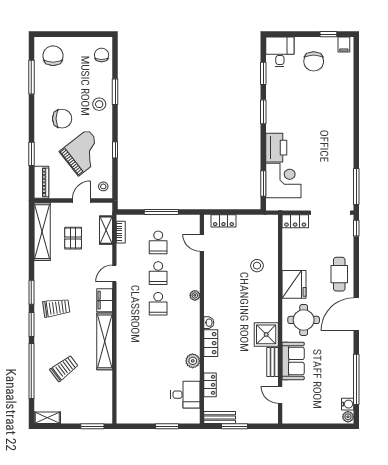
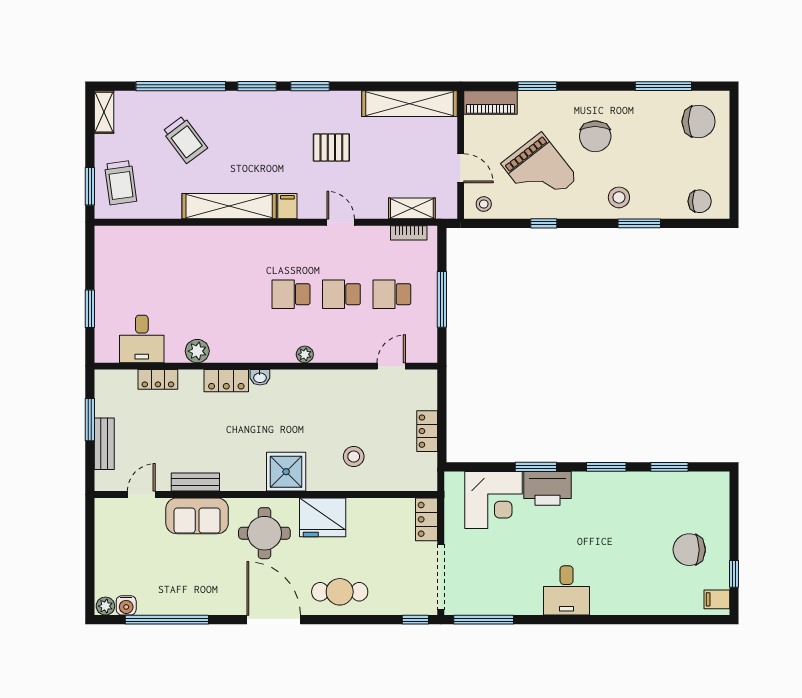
desk: (280, 52) -> (567, 590), moved, turned 90
window: (263, 183) -> (536, 467), moved
locker: (223, 221) -> (427, 431), moved
pallet: (73, 238) -> (331, 148), moved
filing cabinet: (105, 300) -> (287, 206), width x0.50
trolley: (56, 308) -> (121, 183), moved
shower: (266, 334) -> (286, 472), moved
bench: (220, 418) -> (104, 444), moved

